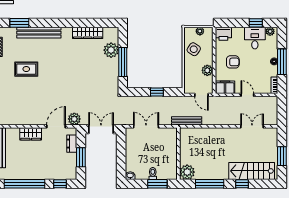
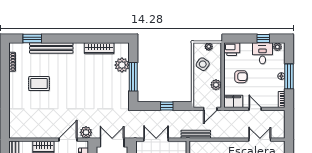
door: (201, 95) -> (210, 109), hinge flipped

